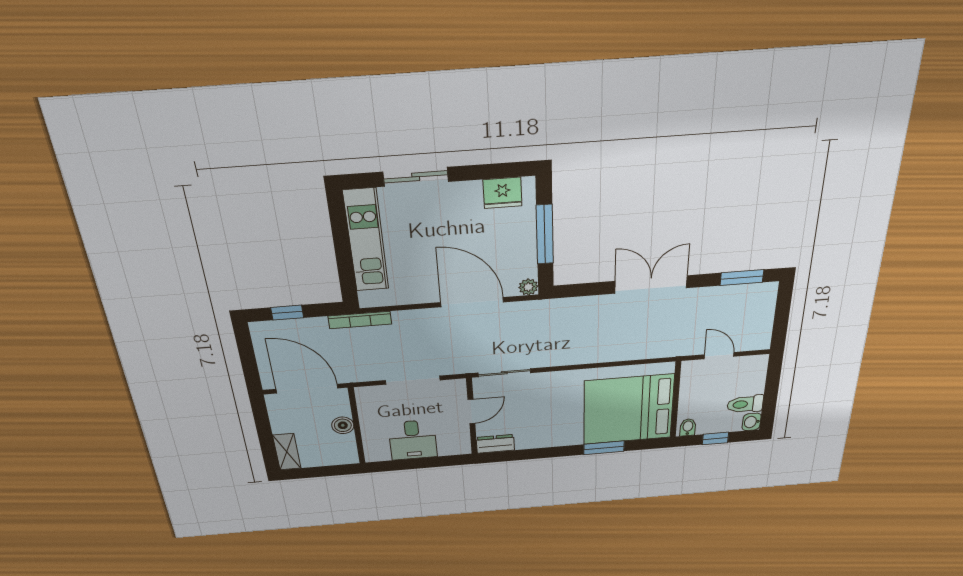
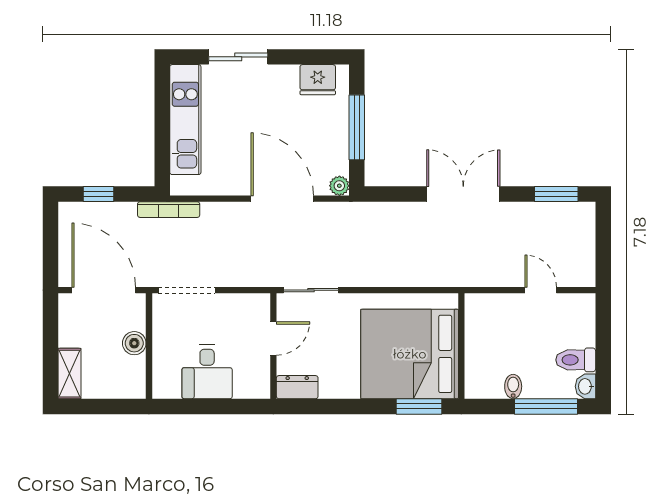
doorway: (413, 380) -> (187, 290), moved
wall: (676, 400) -> (461, 346), moved
bed: (628, 410) -> (410, 354), moved
window: (715, 438) -> (546, 406), width x2.17

